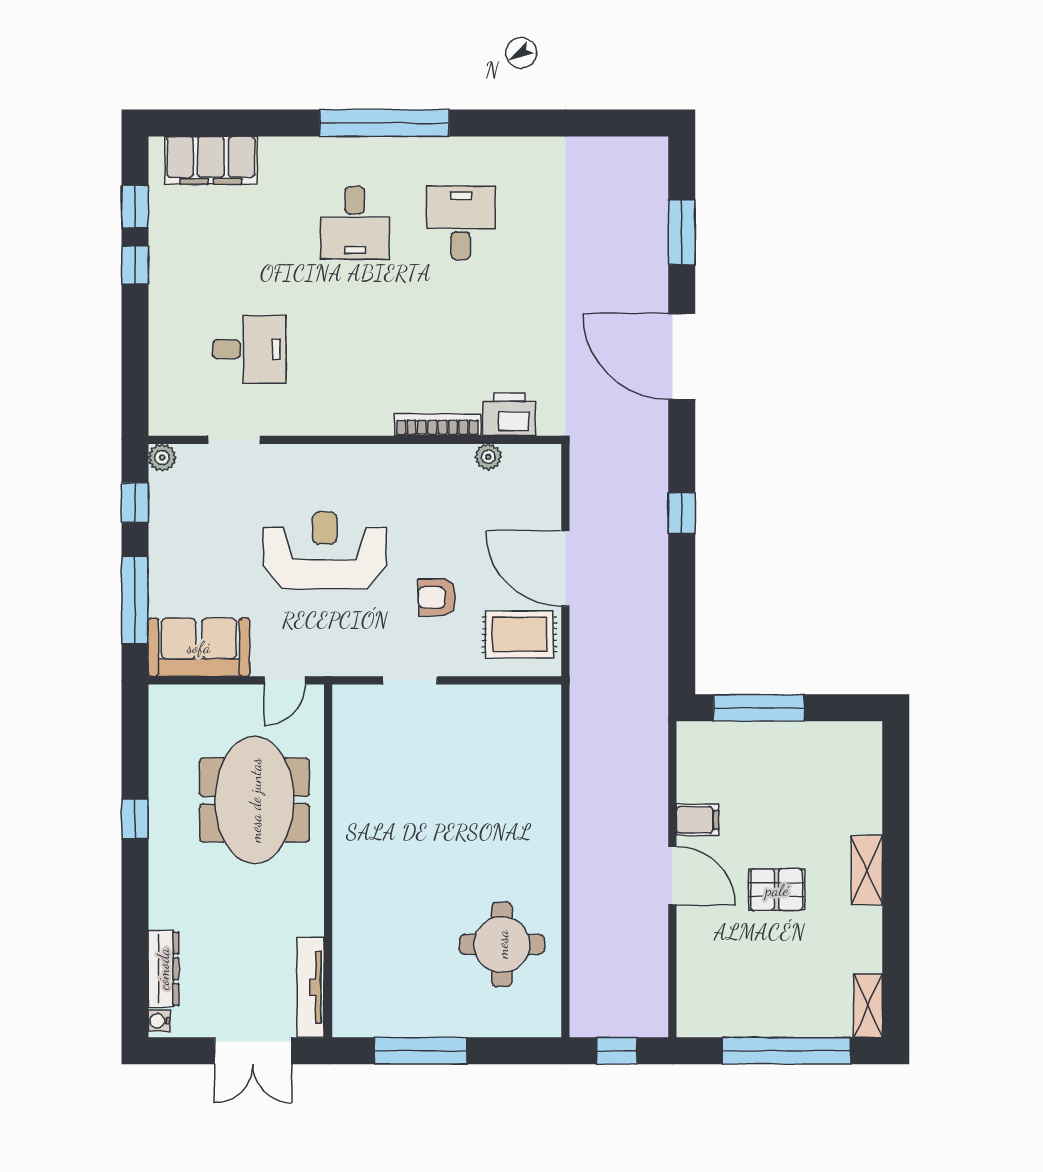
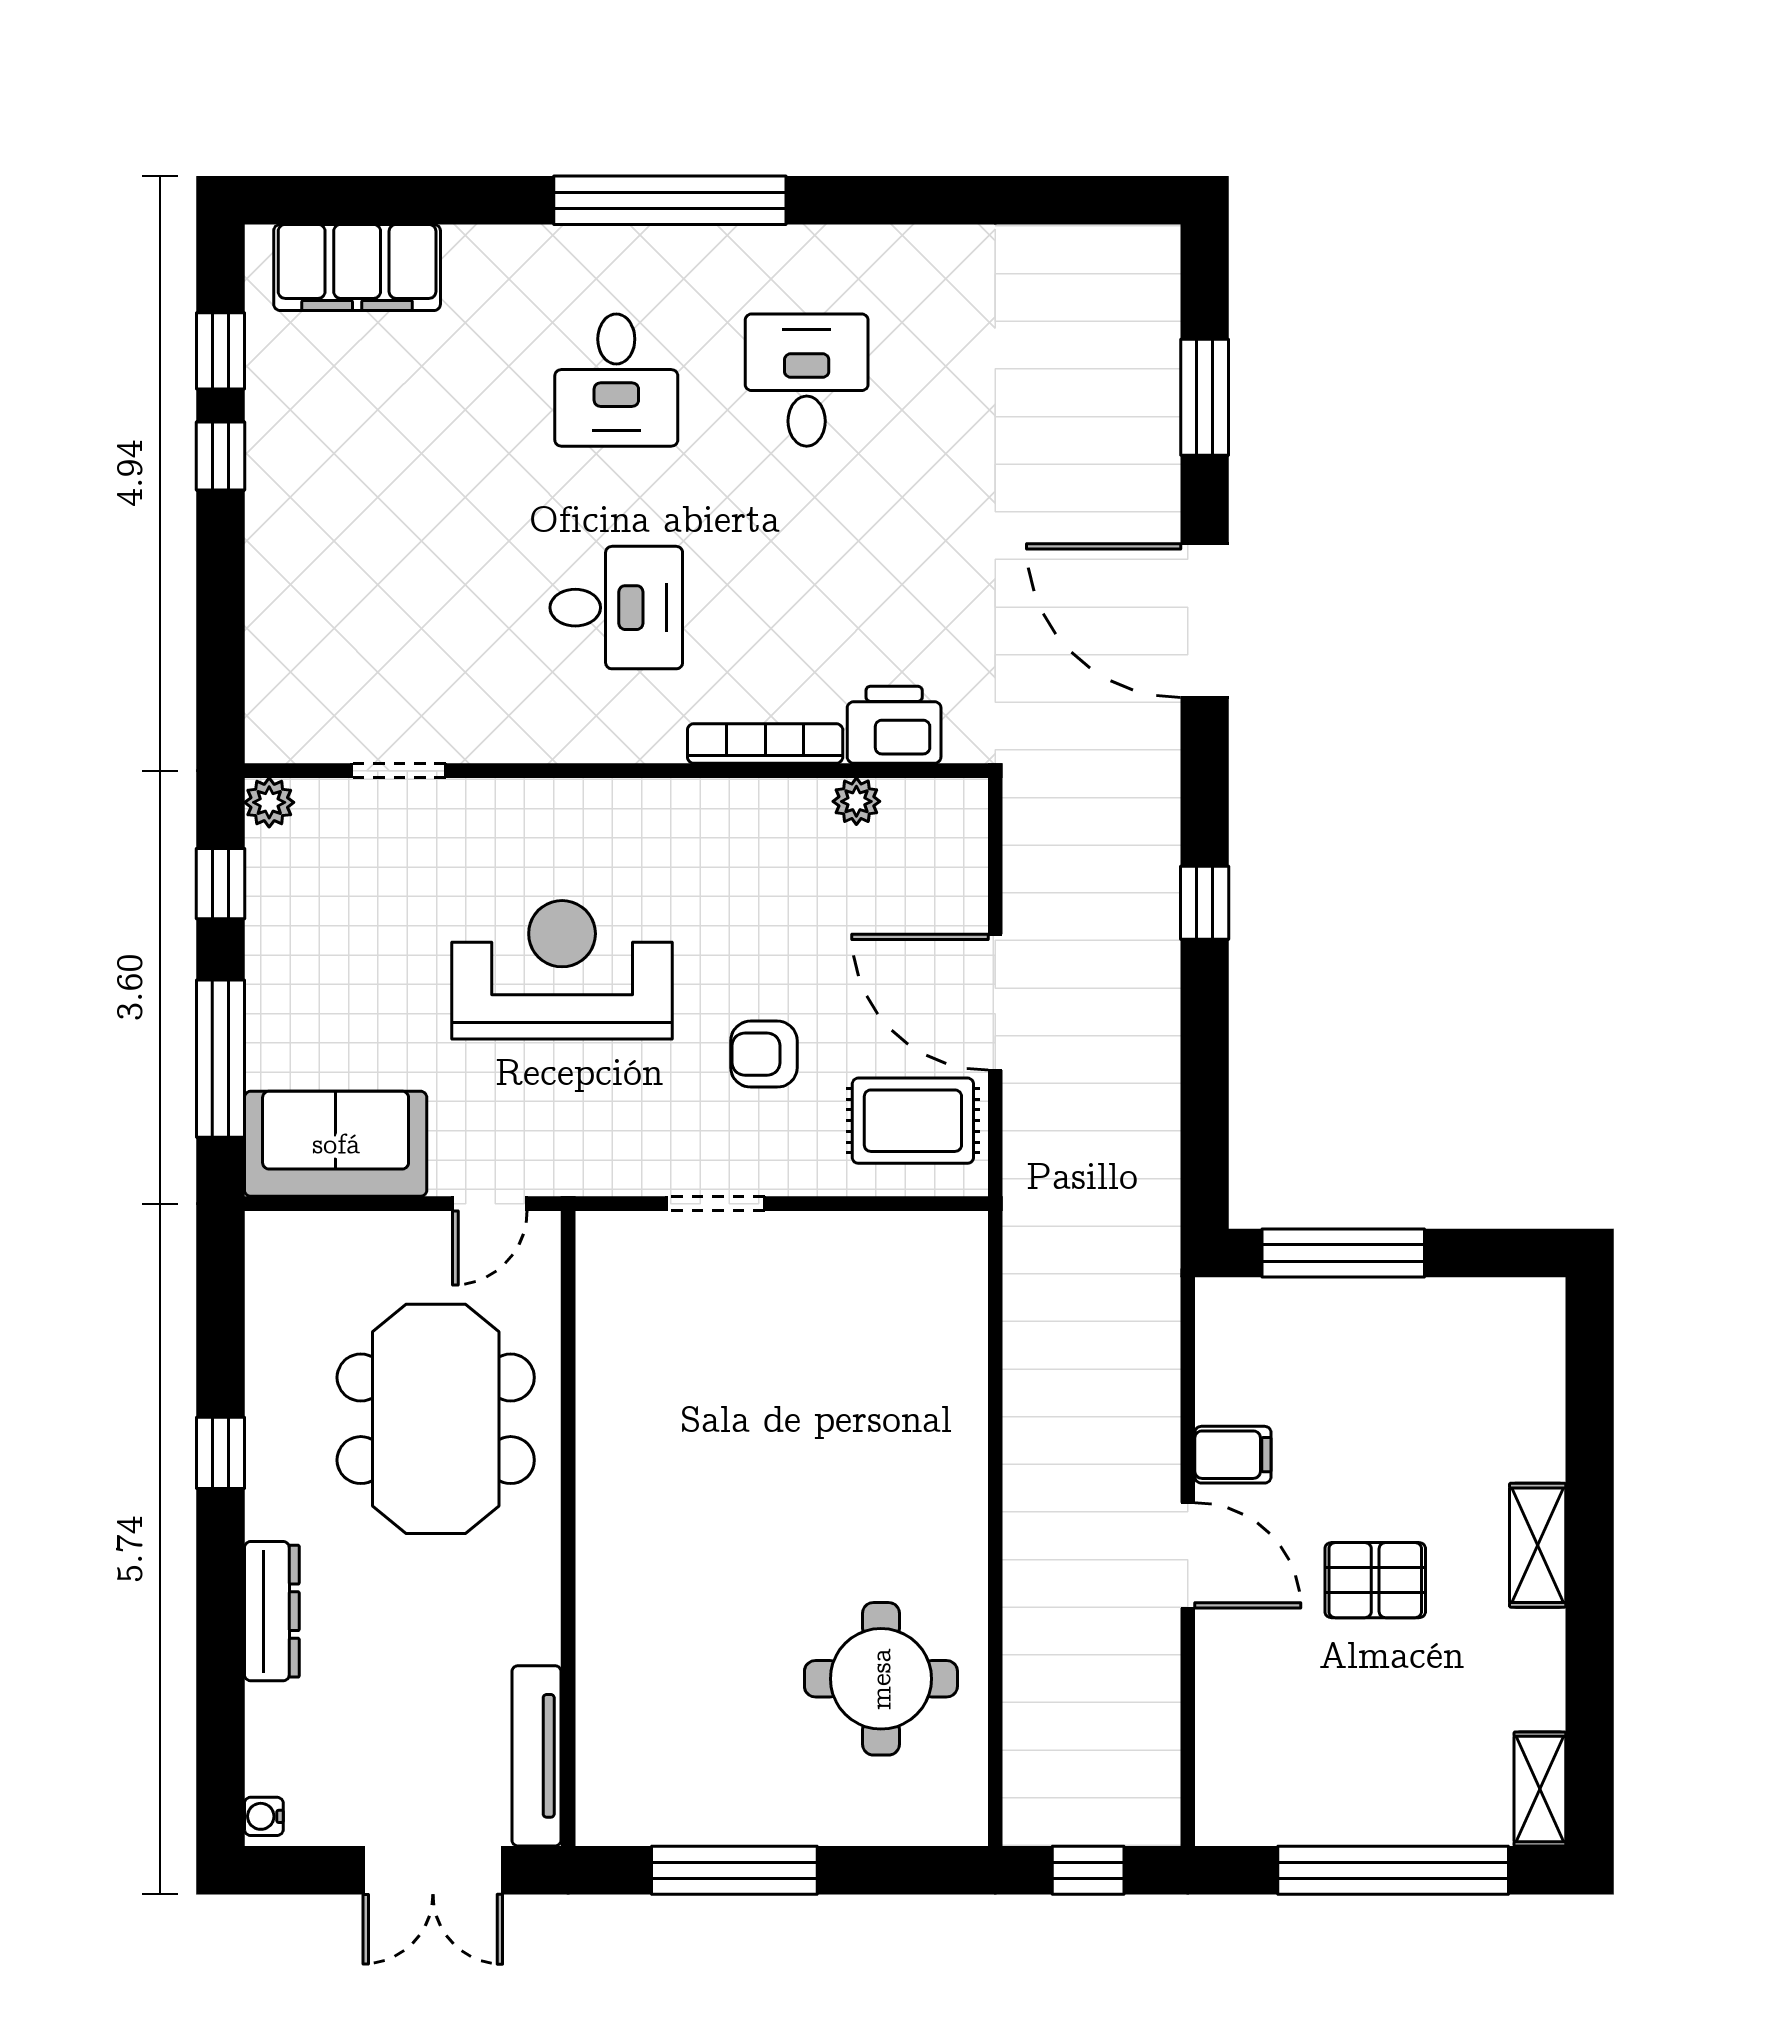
desk: (249, 349) -> (616, 608), moved
dresser: (163, 969) -> (272, 1611), moved

